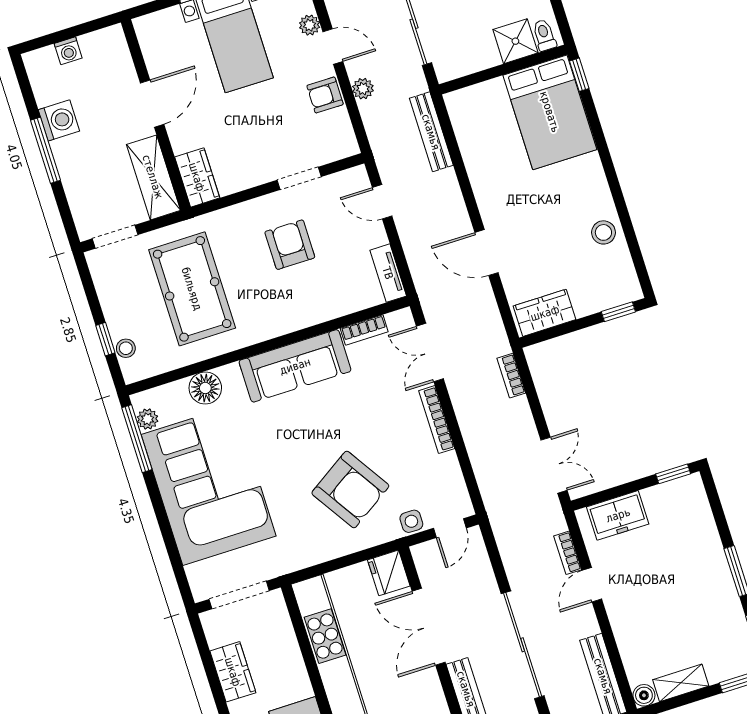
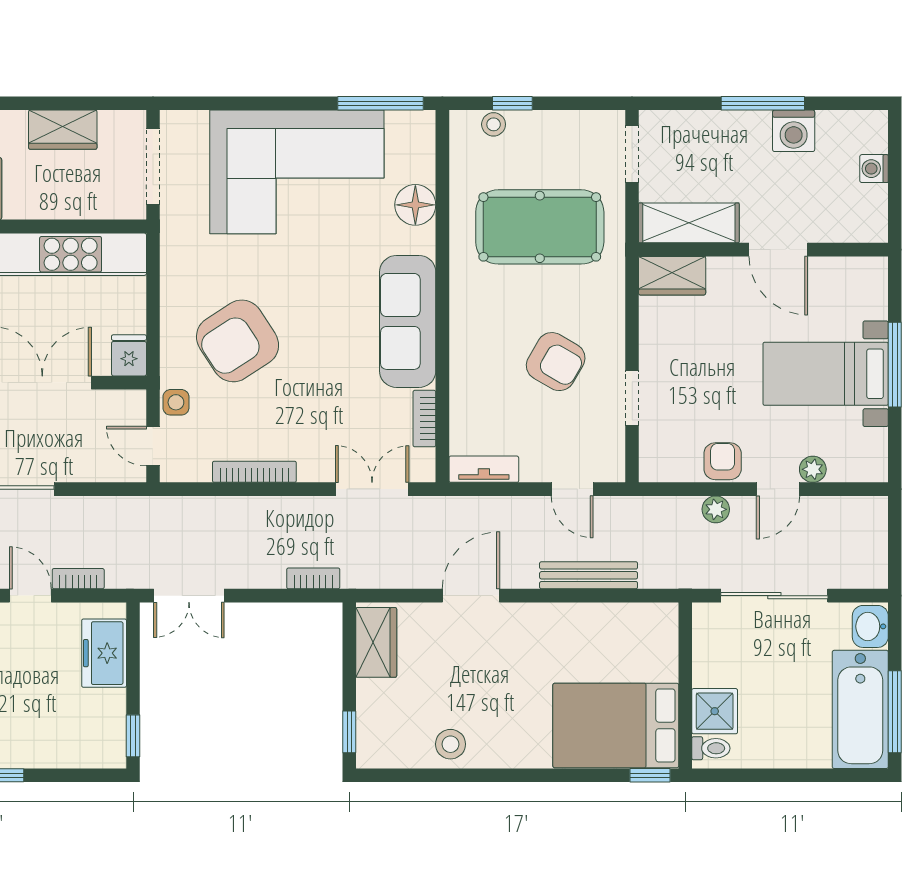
bench: (431, 132) -> (589, 575), moved
door: (382, 202) -> (572, 489), swing flipped
armchair: (290, 245) -> (556, 362), turned 30
plant: (147, 419) -> (400, 123), removed
bookcase: (437, 420) -> (254, 472), moved
fridge: (389, 573) -> (129, 355), width x0.72

